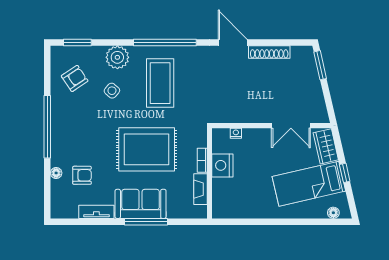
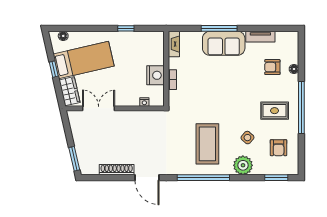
armchair: (75, 78) -> (279, 148), turned -56
rug: (147, 149) -> (275, 111), moved, width x0.54, depth x0.49
fireplace: (200, 189) -> (174, 44), moved
window: (258, 222) -> (126, 28), added

